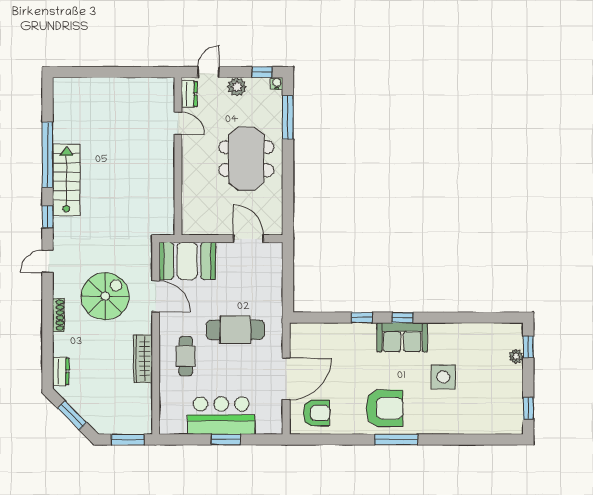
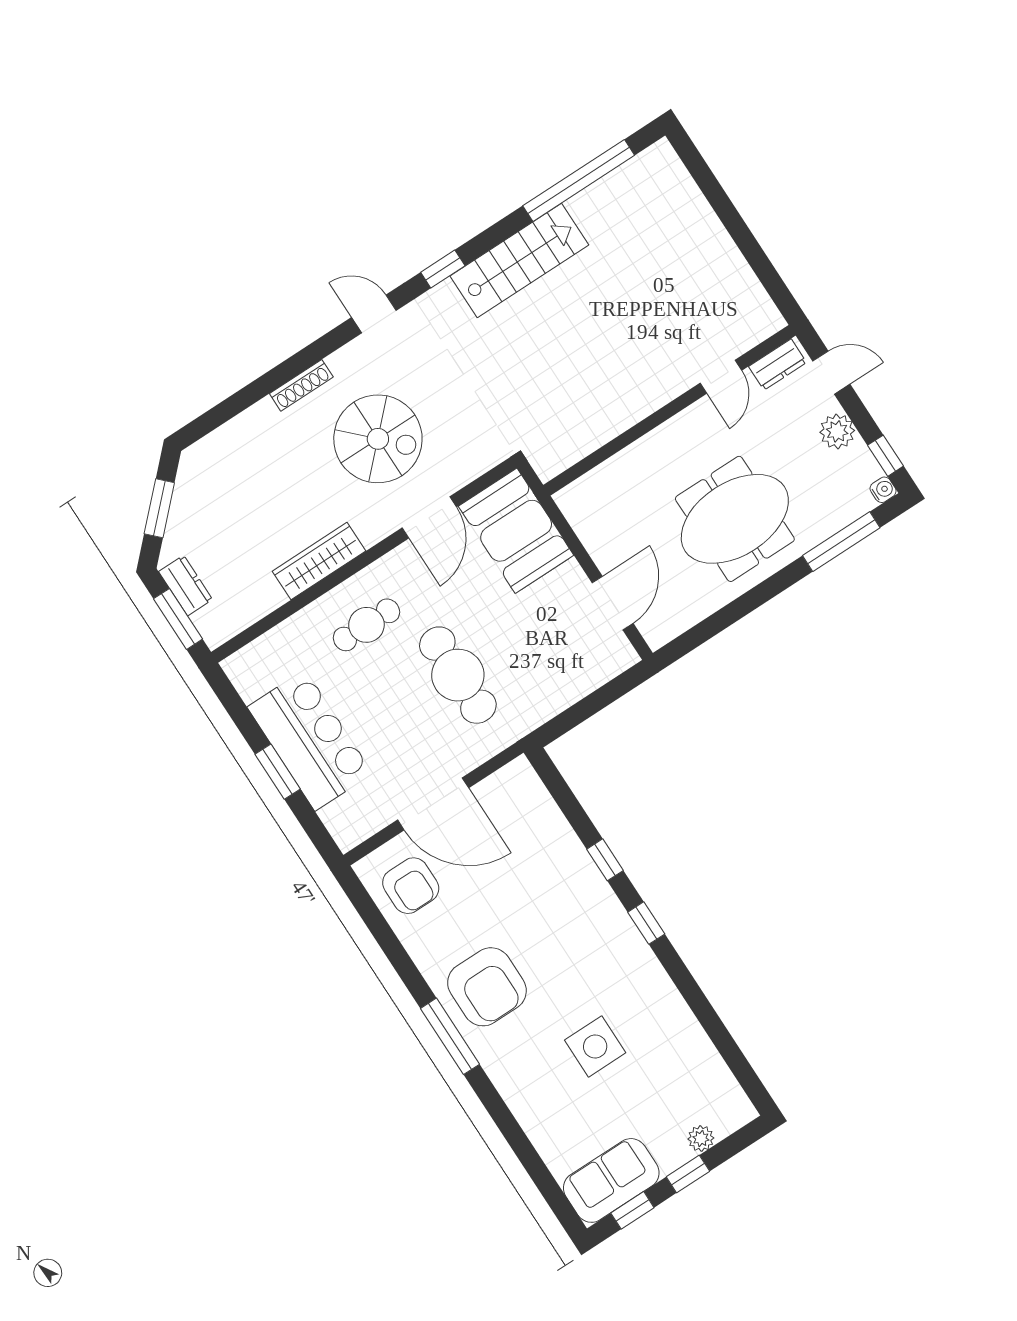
window: (48, 155) -> (579, 180), moved
sofa: (402, 337) -> (611, 1180), moved, turned 90
window: (528, 347) -> (688, 1174), moved
dresser: (61, 371) -> (186, 586), moved, turned -90

